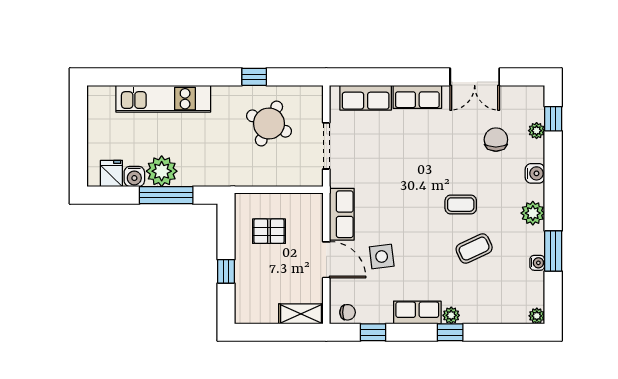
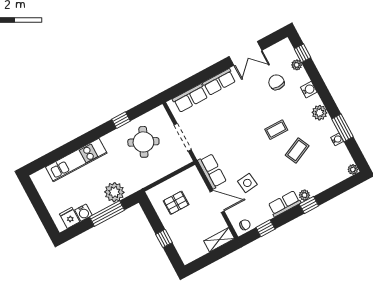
plant: (162, 171) -> (114, 192), moved

